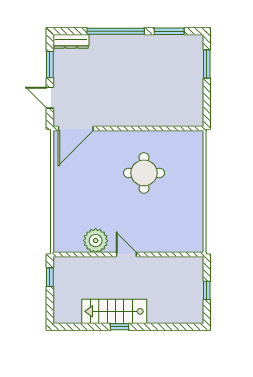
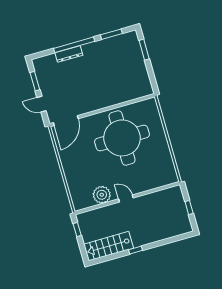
dresser: (71, 41) -> (69, 54), moved
round table: (144, 173) -> (122, 138), width x1.86, depth x1.86
stairs: (114, 311) -> (109, 246), moved

